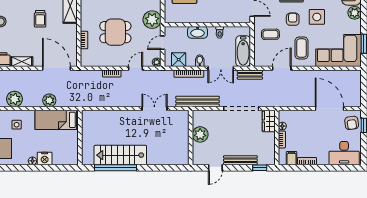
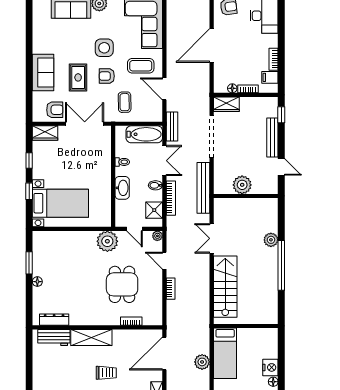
door: (329, 108) -> (212, 45), moved
stairs: (120, 155) -> (225, 287), moved, turned 180
plant: (153, 159) -> (271, 240), added
window: (116, 168) -> (281, 265), moved

